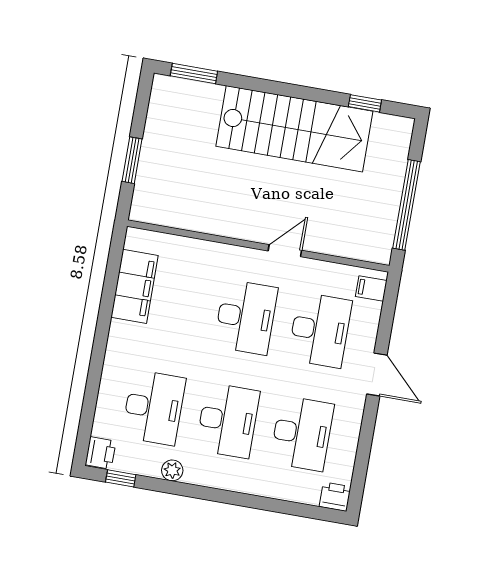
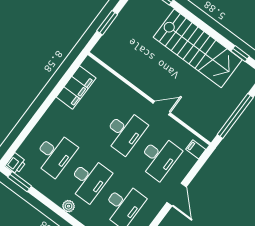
plant: (172, 470) -> (69, 206), moved
window: (121, 478) -> (20, 182), width x1.50

